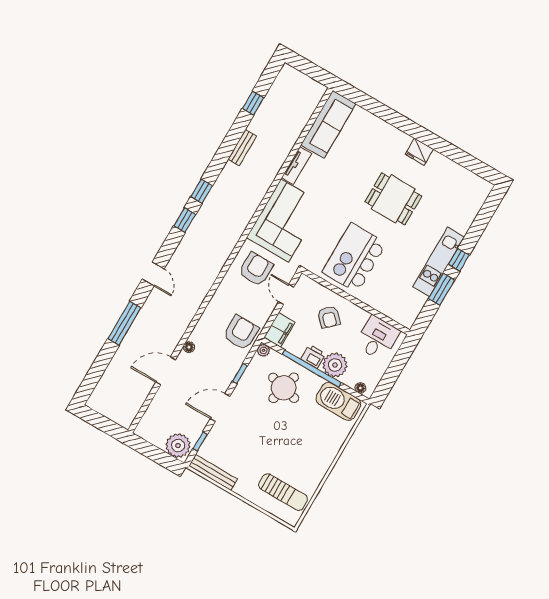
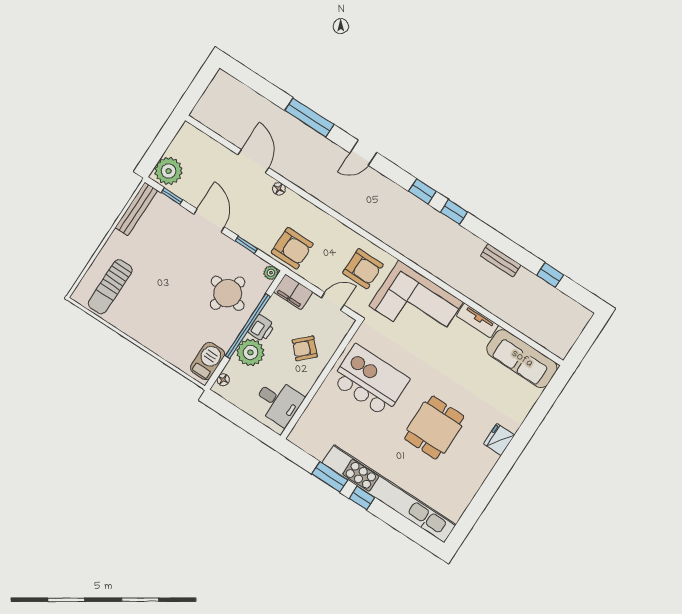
fridge: (419, 152) -> (499, 439), moved
kitchen unit: (439, 262) -> (389, 494), width x1.86
barbecue: (338, 401) -> (208, 361), width x0.73, depth x0.83

